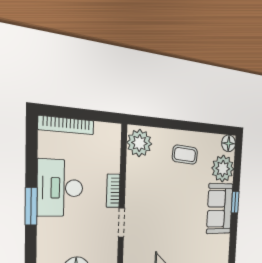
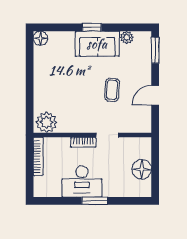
bookcase: (66, 125) -> (38, 156), moved
coffee table: (185, 155) -> (112, 90), moved
plant: (223, 169) -> (127, 37), moved, width x0.53, depth x0.53

